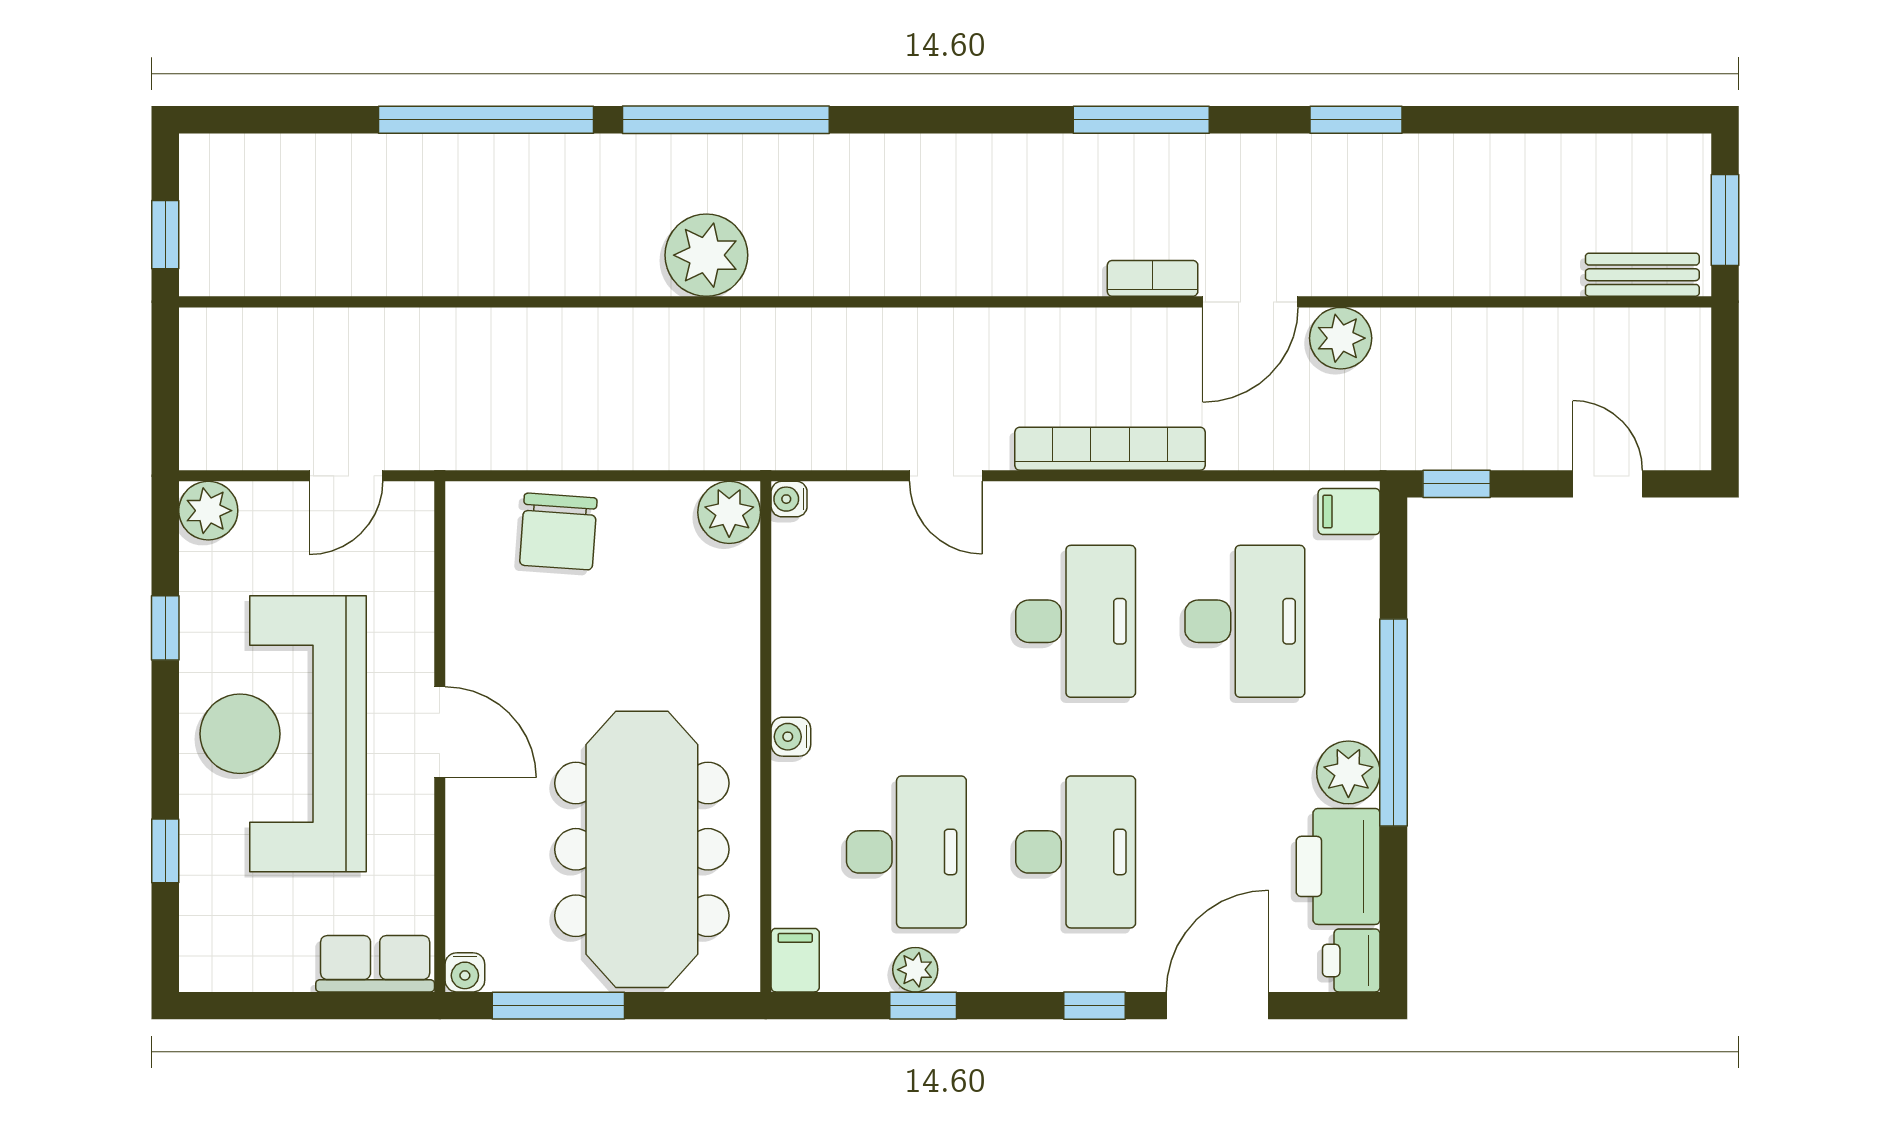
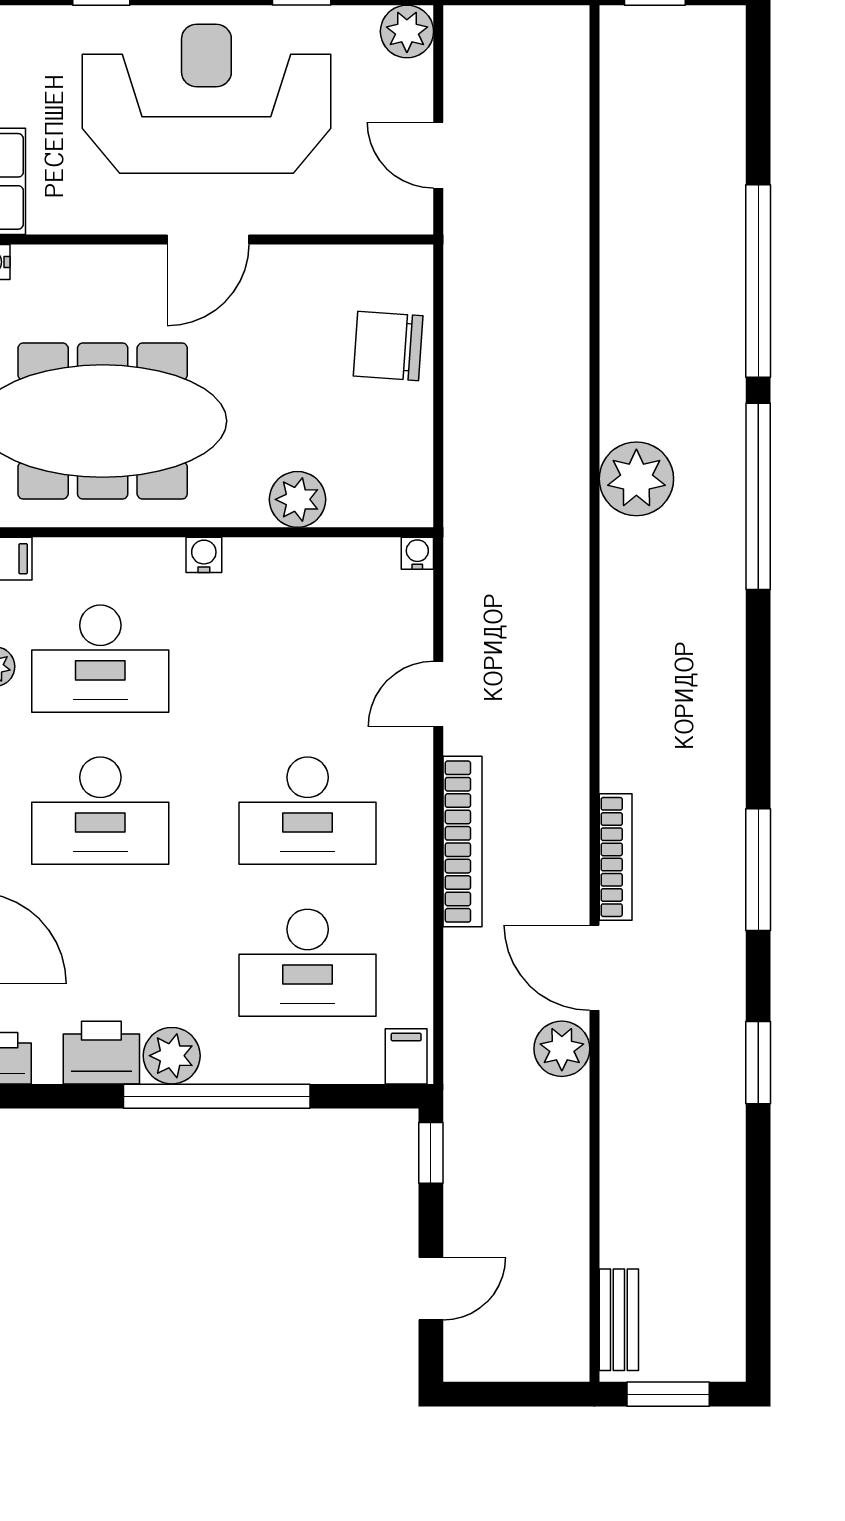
bookcase: (1153, 278) -> (616, 857), width x1.56
plant: (729, 512) -> (297, 499), moved
printer: (1338, 866) -> (101, 1053), width x0.73, depth x0.84

